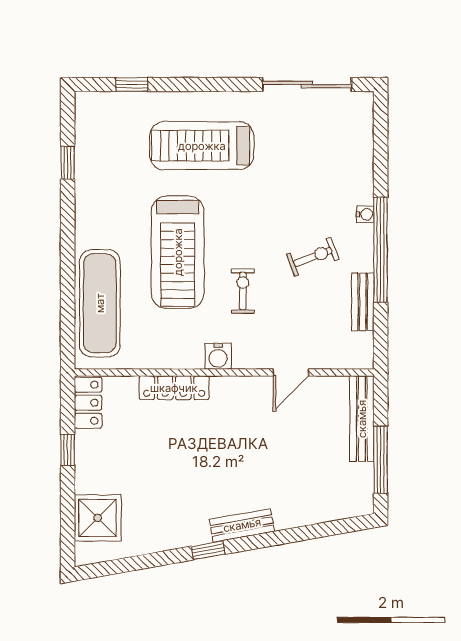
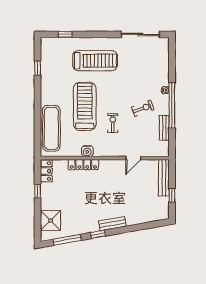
treadmill: (202, 146) -> (95, 61), turned 180
treadmill: (178, 252) -> (85, 106), turned 180
water cooler: (218, 356) -> (87, 151), moved
window: (381, 460) -> (172, 195), width x0.46
window: (137, 563) -> (67, 240), added

